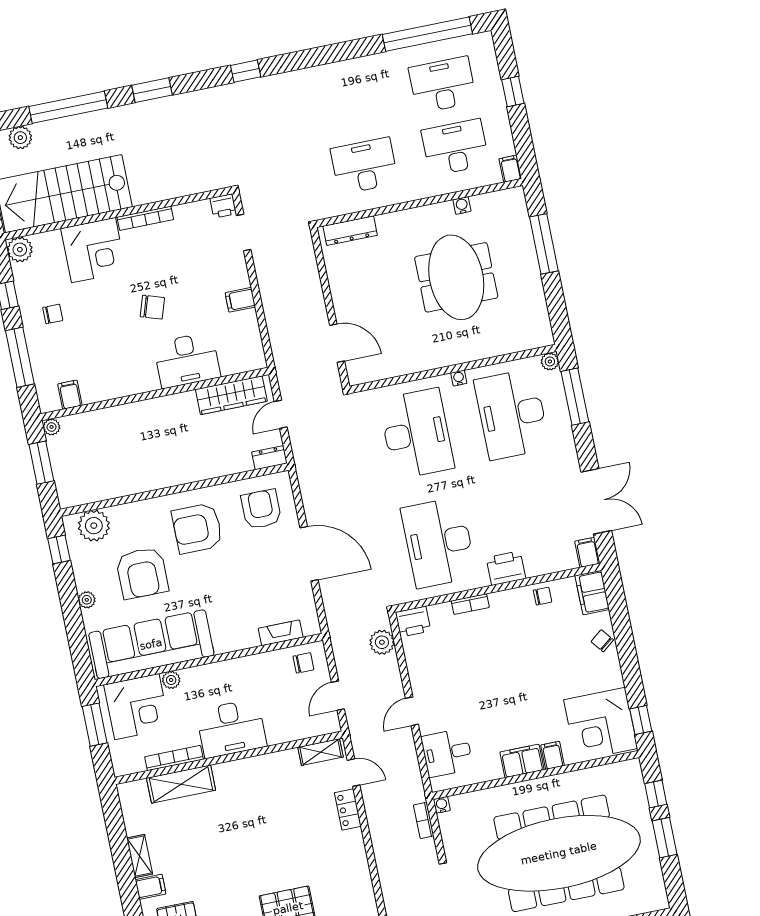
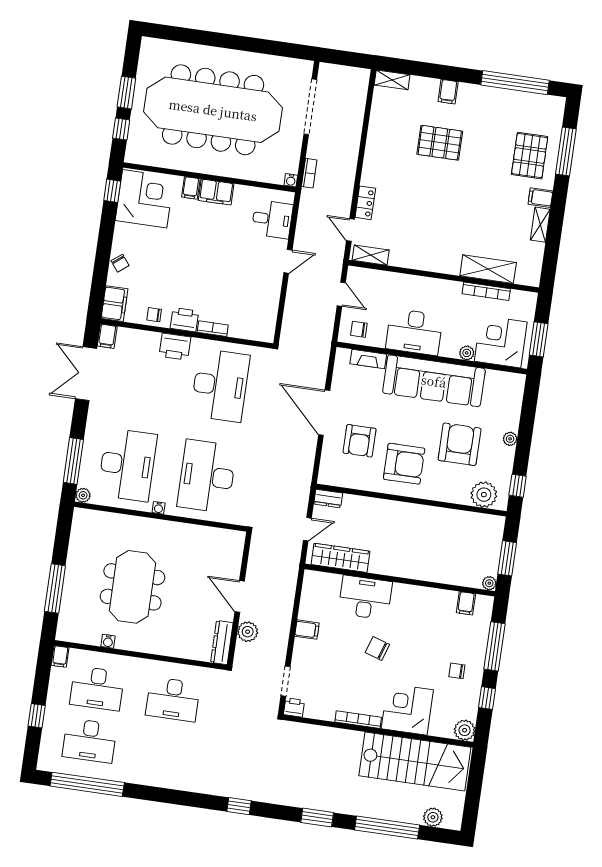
dresser: (350, 231) -> (222, 643), moved, turned -90
door: (337, 343) -> (240, 596), moved
armchair: (261, 509) -> (360, 441), moved
printer: (413, 622) -> (184, 320), moved
plant: (382, 642) -> (248, 632), moved
sofa: (151, 644) -> (434, 381), moved
door: (338, 696) -> (341, 294), hinge flipped
desk: (231, 728) -> (414, 332), moved, turned 180

